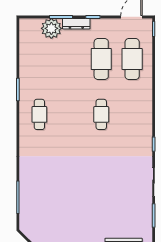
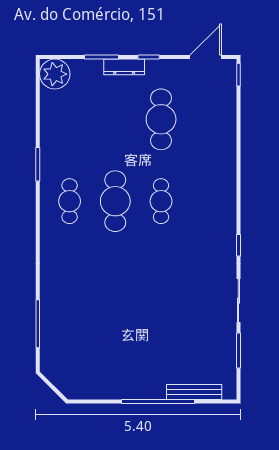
plant: (51, 28) -> (55, 74), moved
cafe table: (132, 59) -> (115, 201), moved

